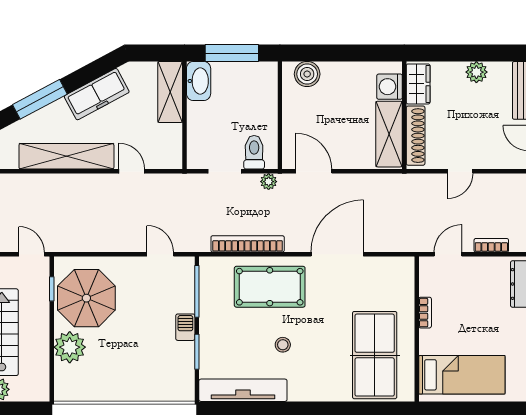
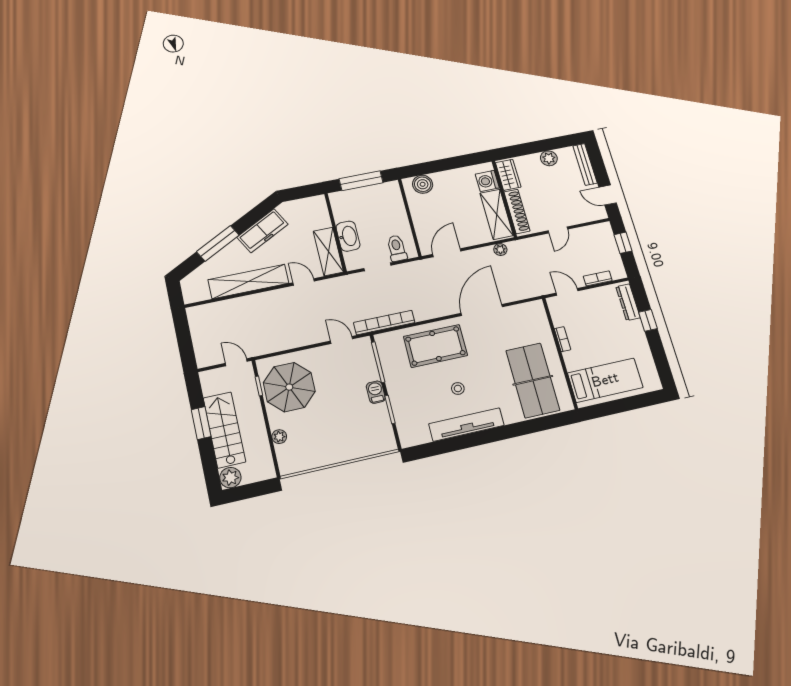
washbasin: (199, 81) -> (348, 236), moved
shelving: (170, 92) -> (328, 252), moved
door: (314, 171) -> (447, 253), hinge flipped
plant: (269, 182) -> (500, 250), moved
bookcase: (248, 244) -> (384, 323), moved
door: (448, 254) -> (567, 292), hinge flipped
plant: (70, 347) -> (279, 437), width x0.53, depth x0.53
tv unit: (243, 390) -> (467, 425), moved

